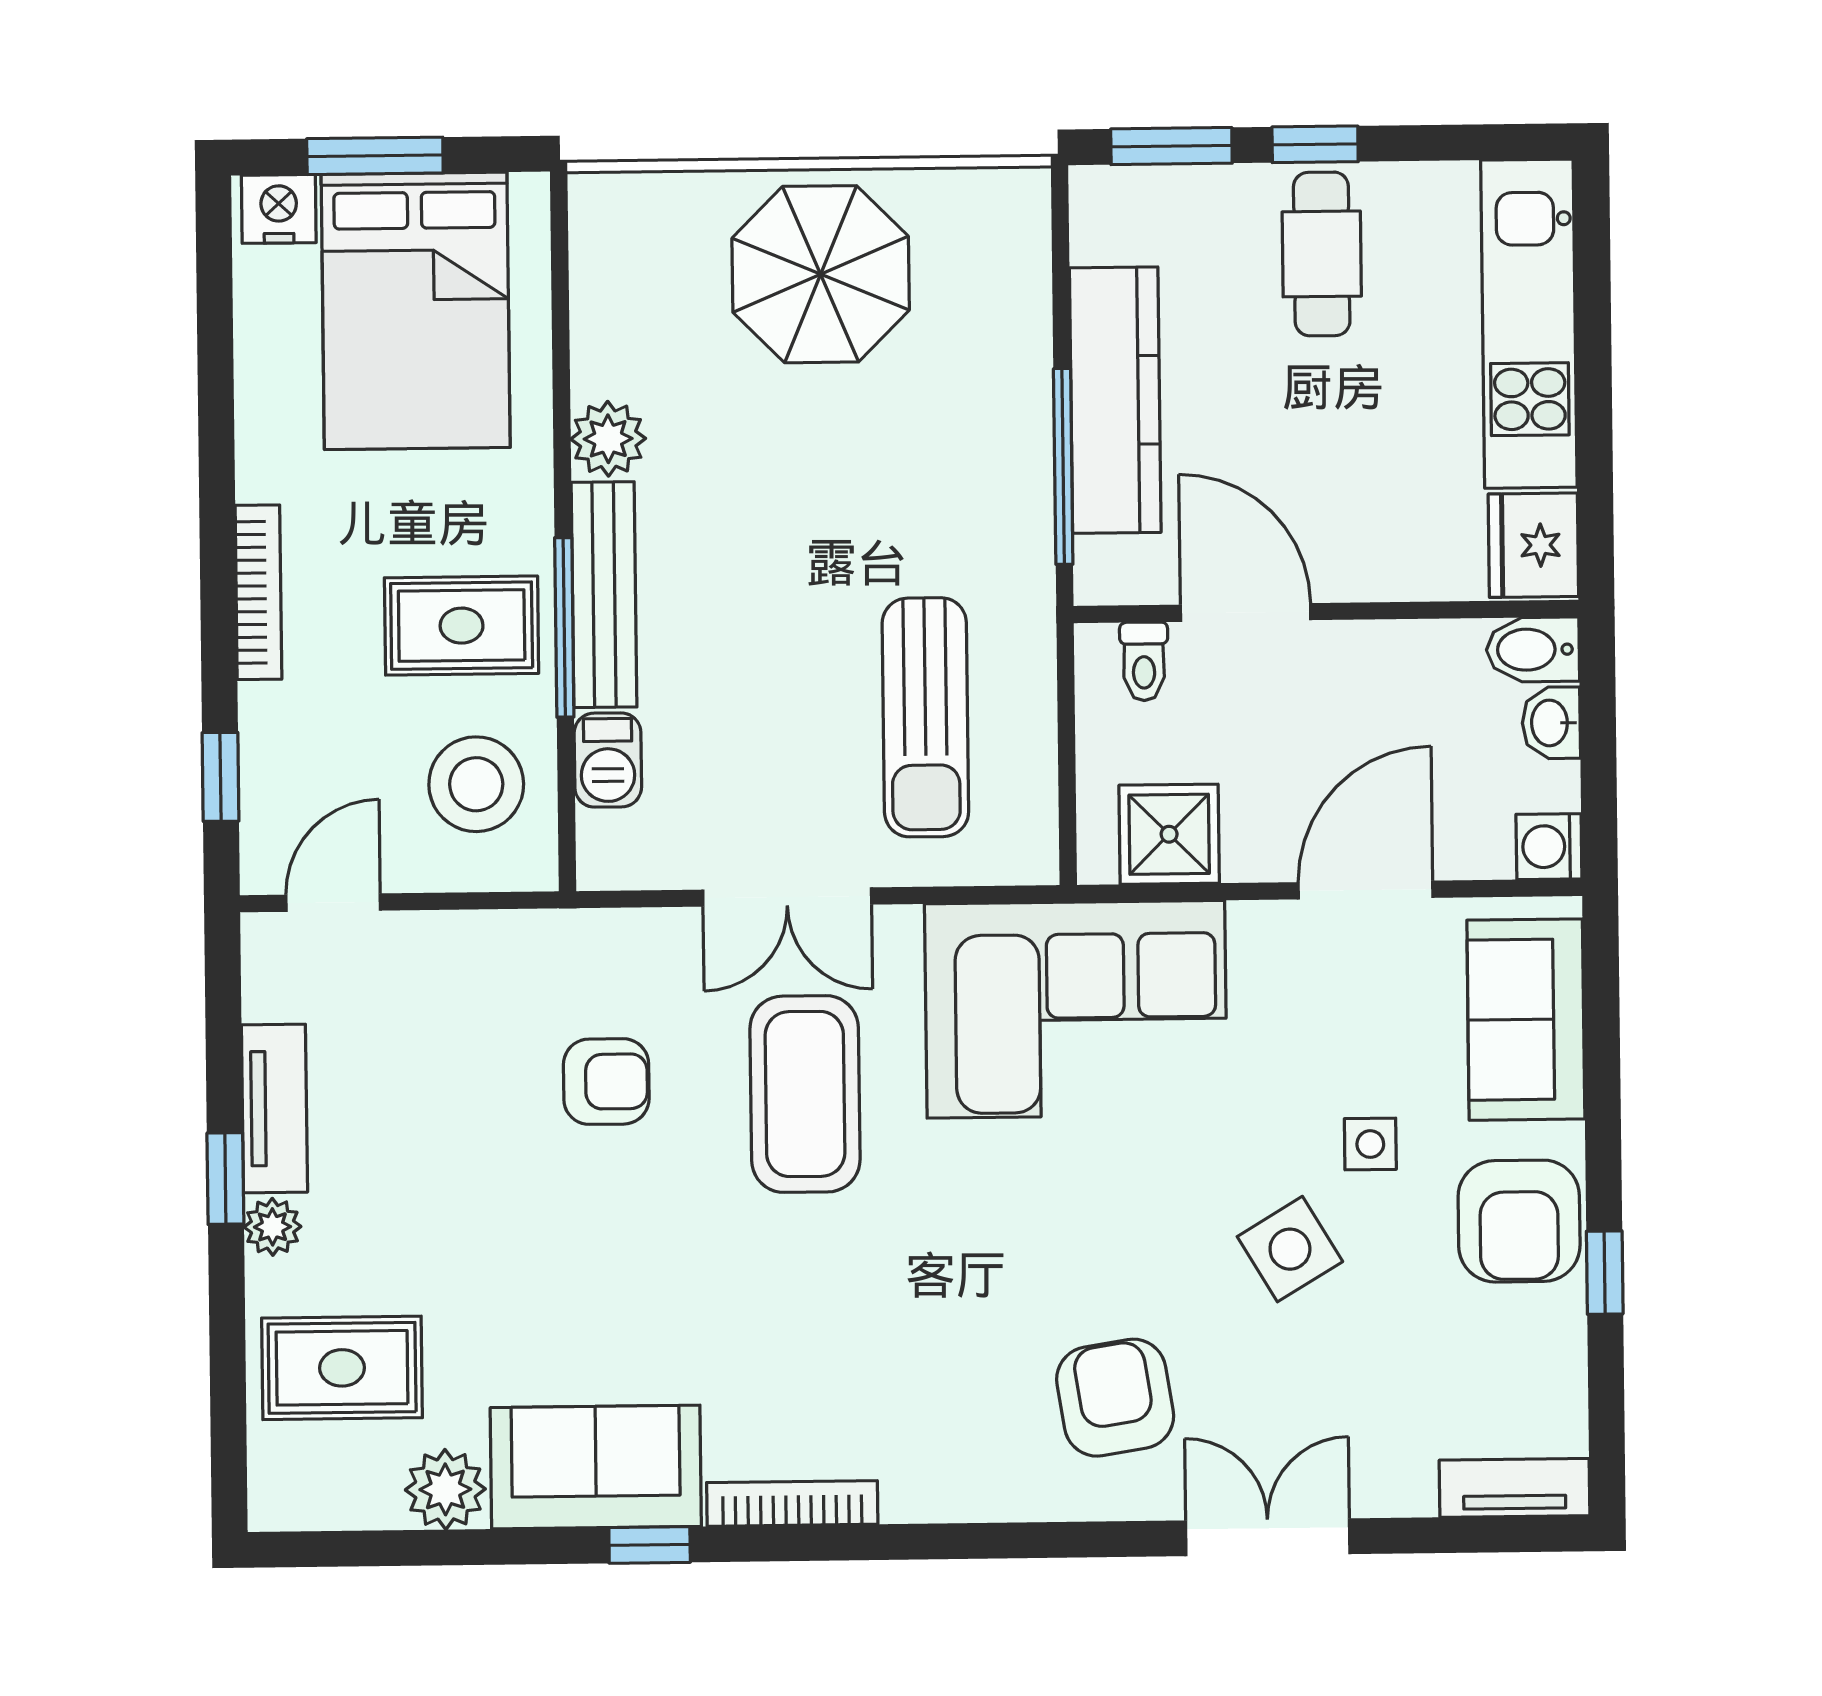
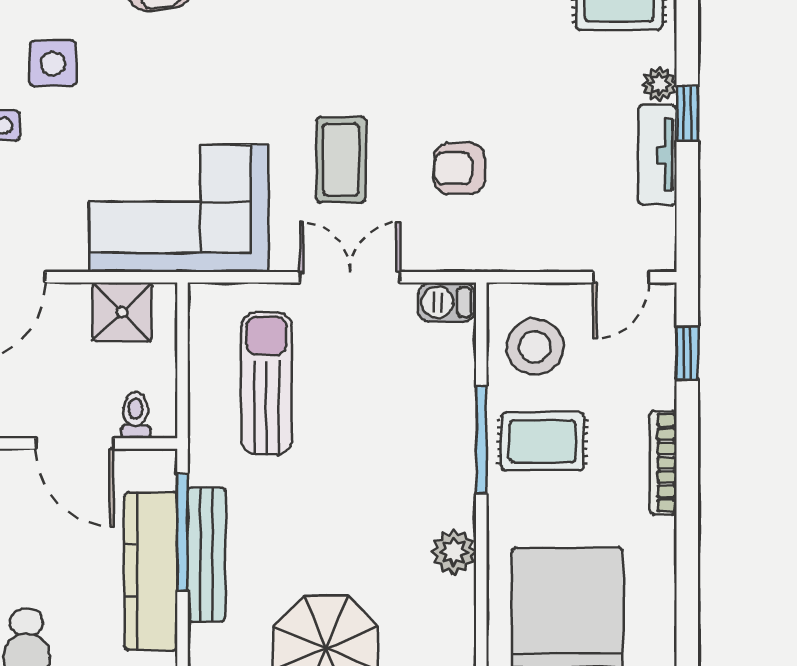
bench: (604, 595) -> (206, 555), moved
barbecue: (608, 760) -> (446, 302), moved, turned -90
coffee table: (805, 1094) -> (341, 160), width x0.73, depth x0.76
side table: (1290, 1249) -> (53, 64), turned 31

